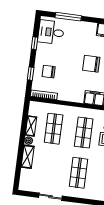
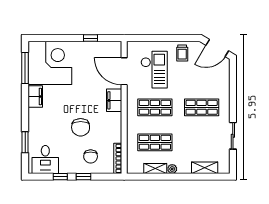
window: (68, 17) -> (25, 142), width x0.69
chair: (91, 64) -> (81, 127), moved
window: (31, 74) -> (84, 177), moved
shelving: (28, 157) -> (205, 168), moved

